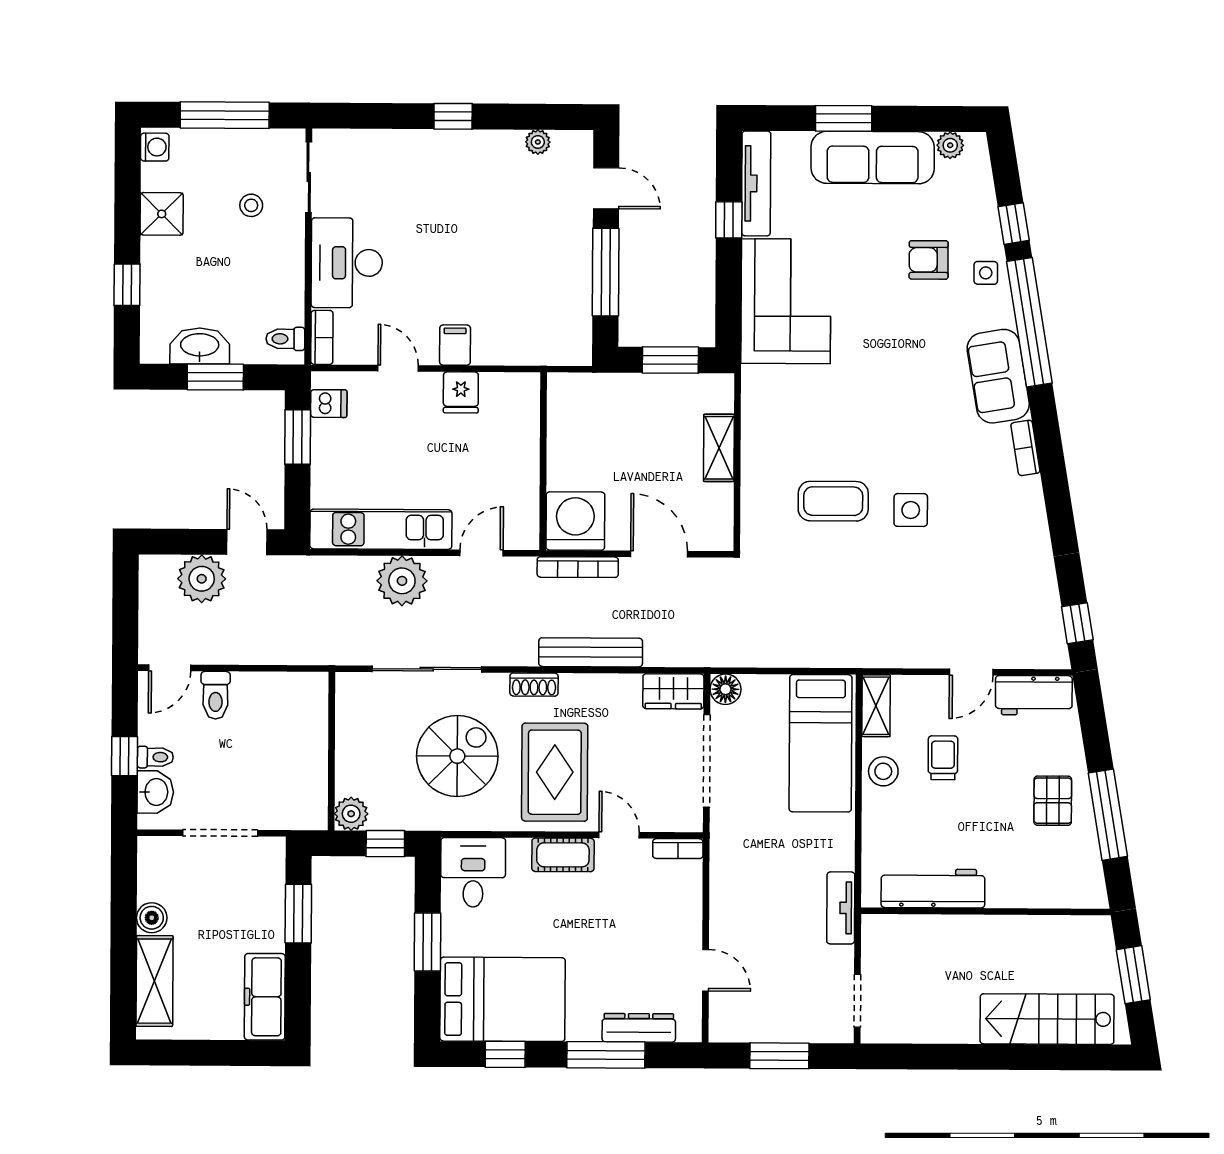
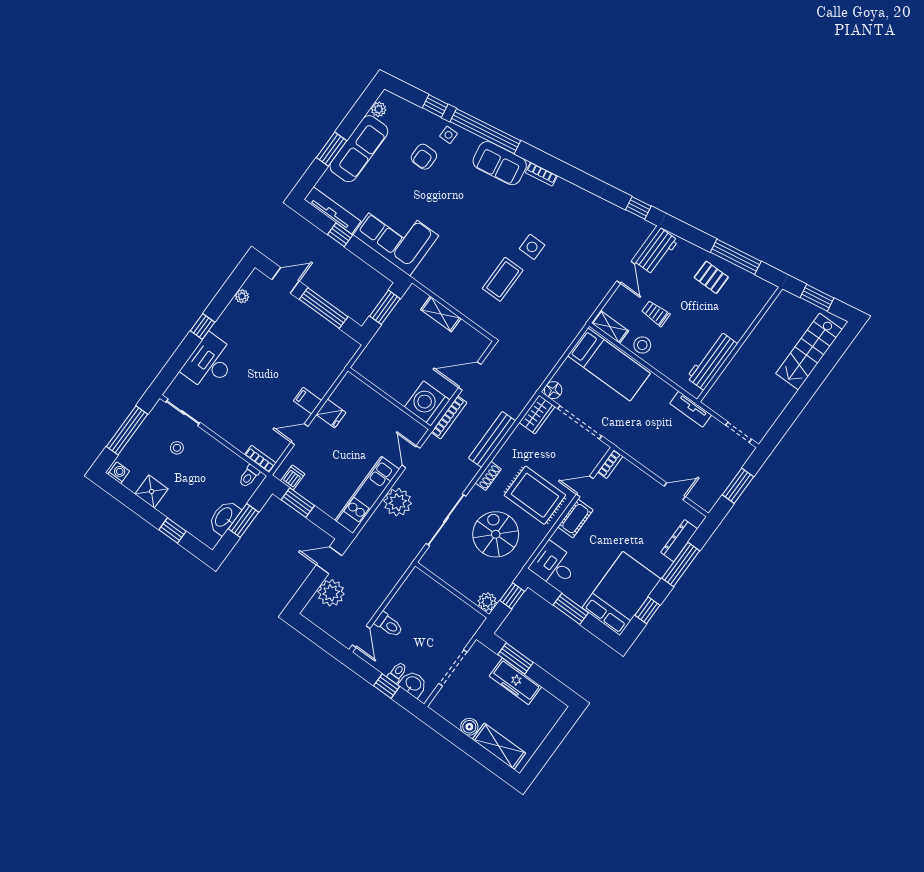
desk: (347, 263) -> (210, 363), moved, turned 90
freezer: (265, 997) -> (515, 681), moved

